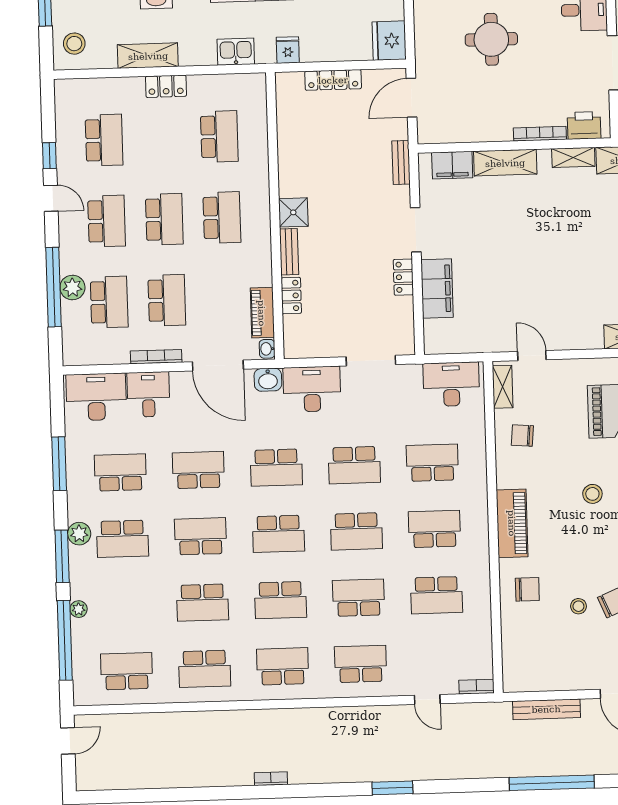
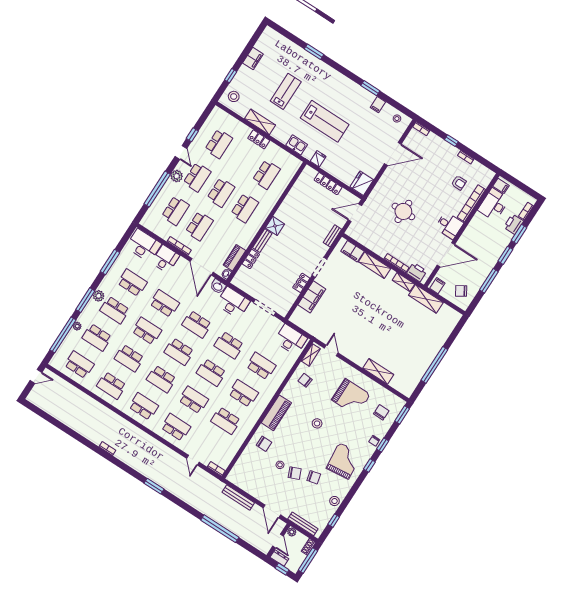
plant: (72, 287) -> (177, 176), moved
school desk: (125, 605) -> (97, 337), added

